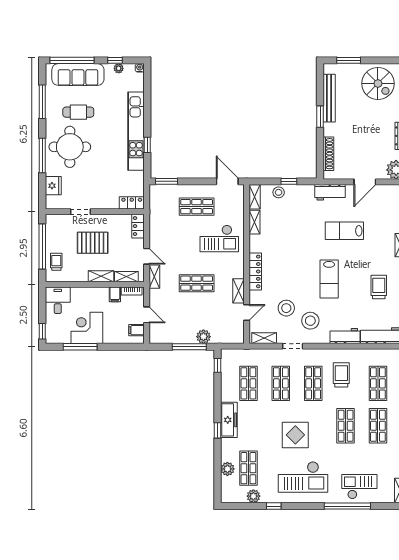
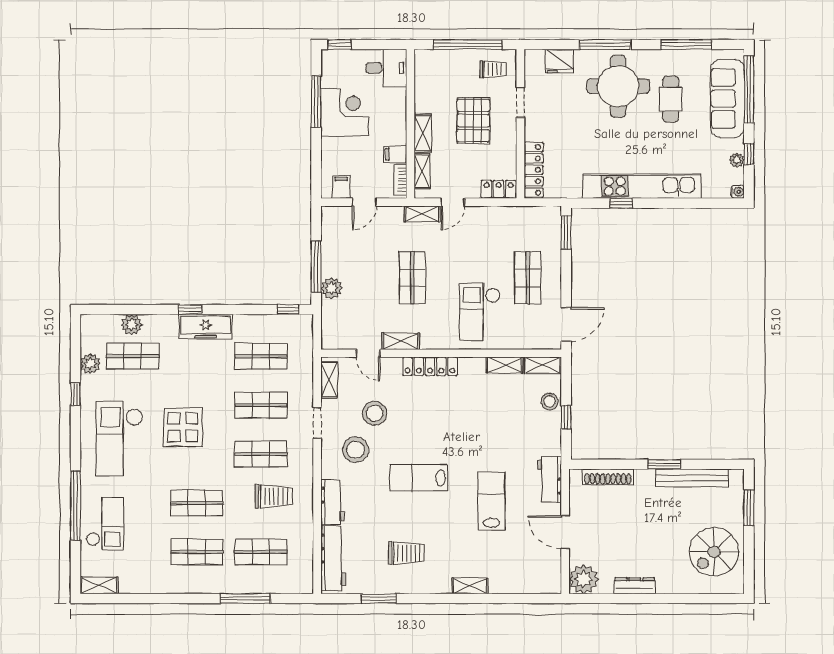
locker: (132, 203) -> (534, 170), width x1.53
trolley: (56, 262) -> (493, 69), moved

